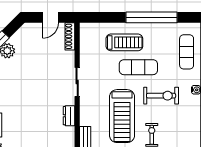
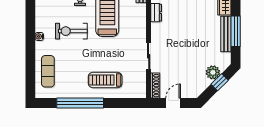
exercise mat: (138, 67) -> (92, 57), removed
sliding door: (77, 82) -> (149, 56), moved

